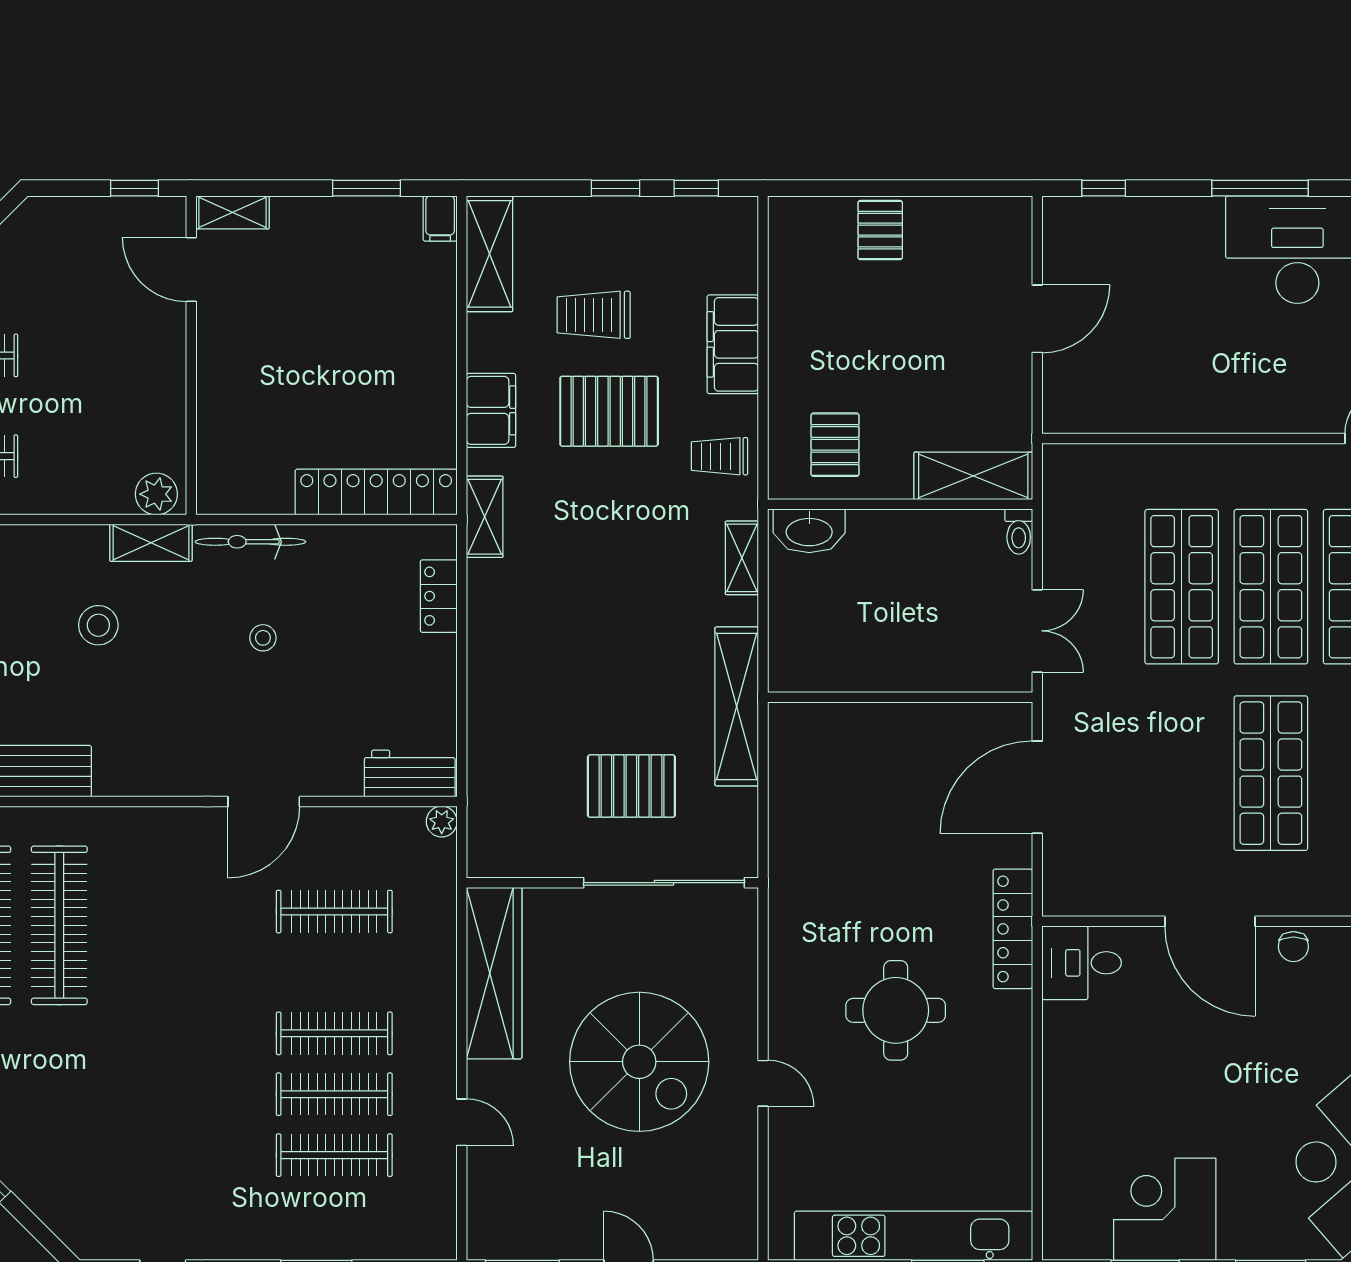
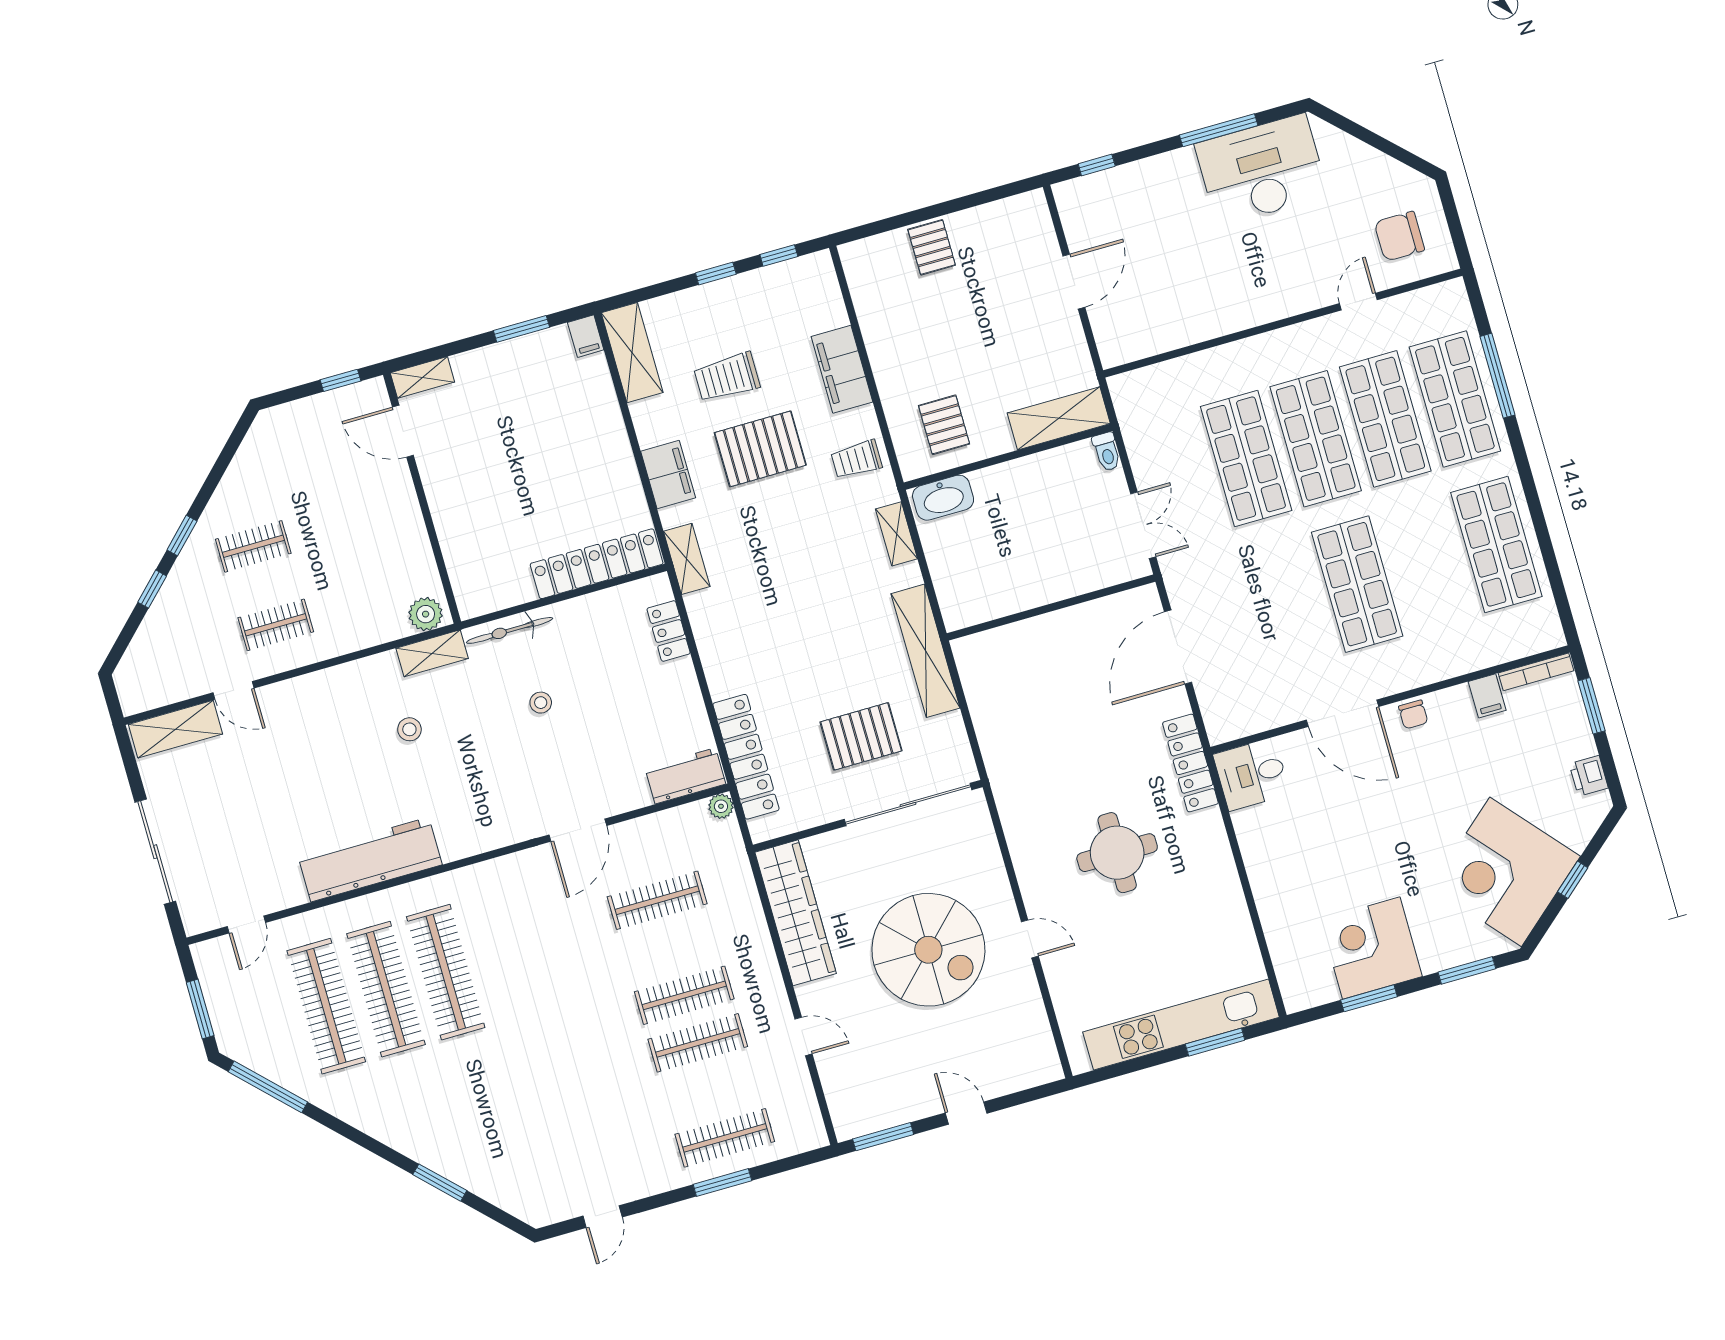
stool: (98, 625) -> (409, 729), width x0.73, depth x0.73
locker: (488, 771) -> (746, 757), added
clothes rail: (334, 1155) -> (725, 1138), moved

